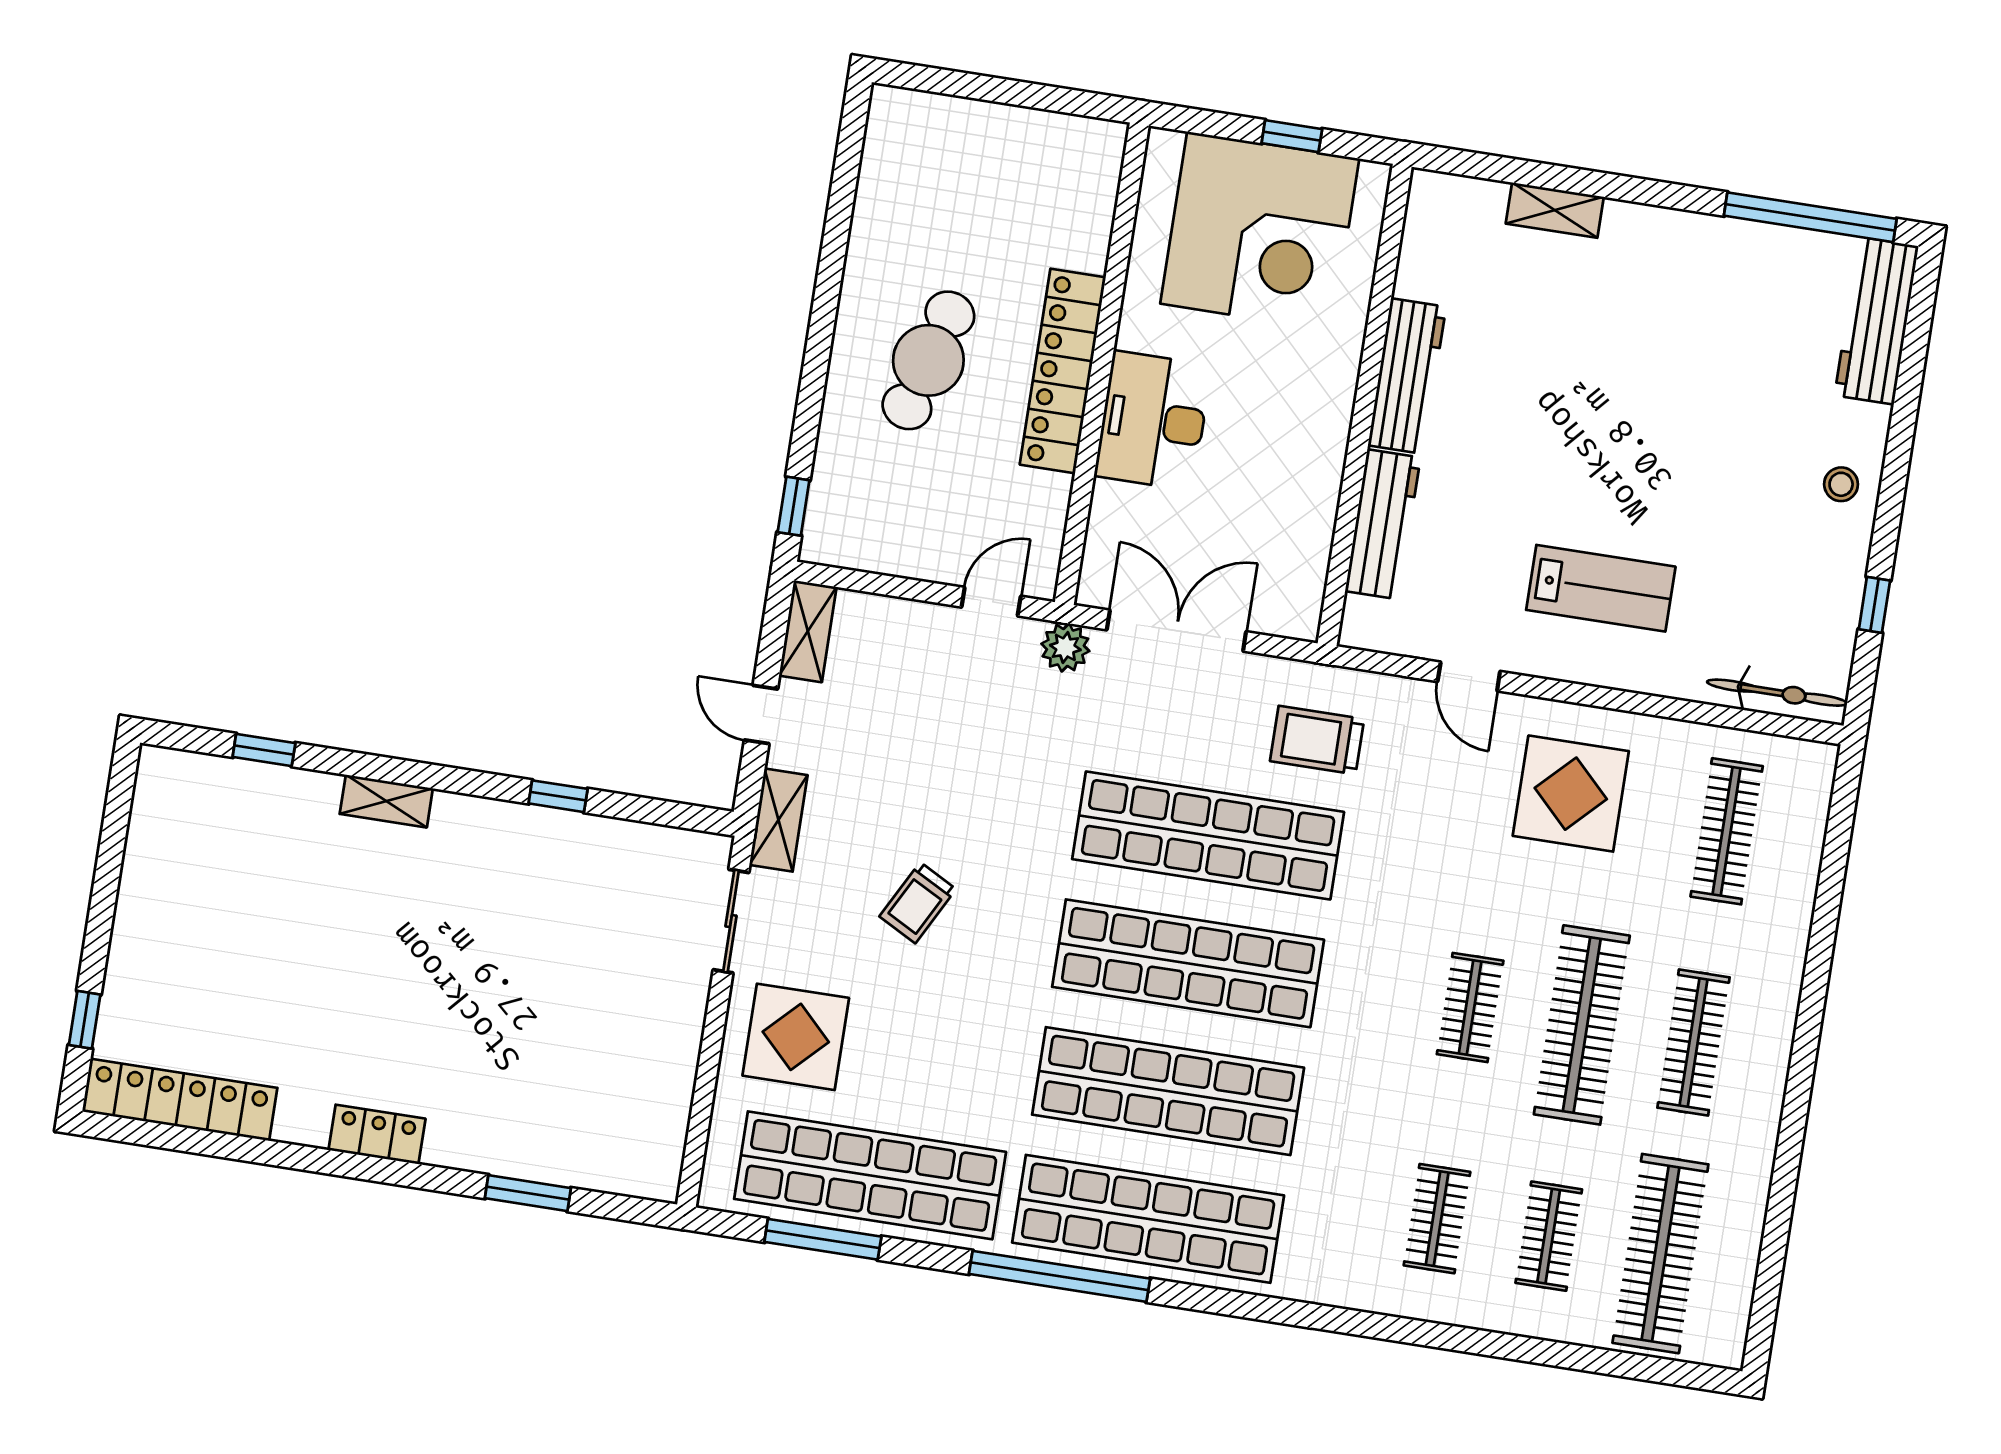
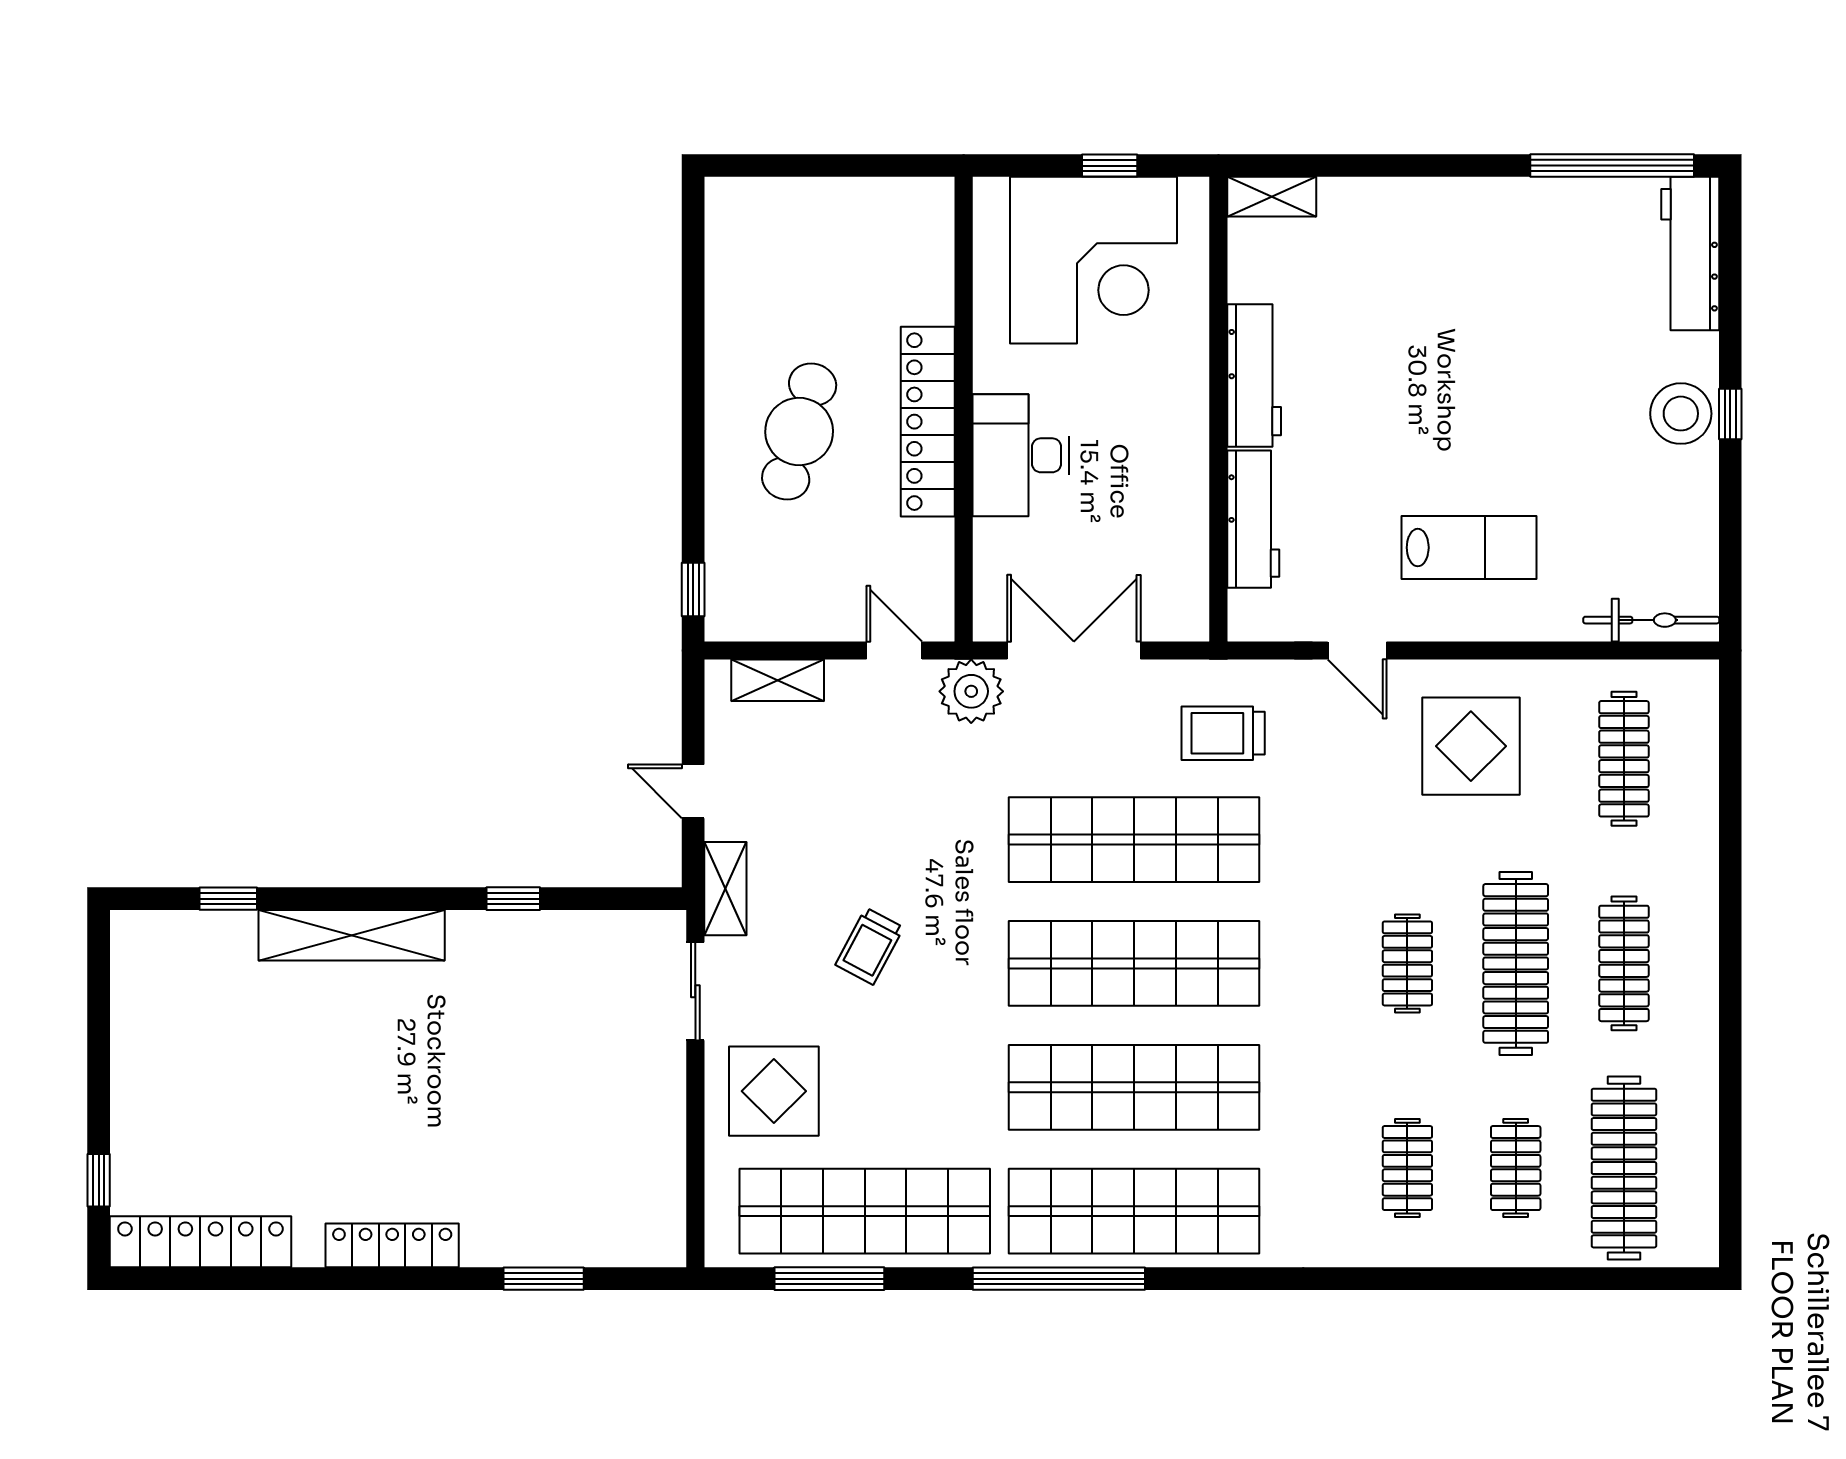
shelving: (1555, 210) -> (1272, 197), moved
stool: (1841, 484) -> (1681, 414), width x1.89, depth x1.89
door: (991, 602) -> (894, 651), hinge flipped
window: (1874, 605) -> (1730, 414), moved
shelving: (808, 631) -> (778, 680), moved, turned 90
plant: (1065, 647) -> (971, 691), width x1.36, depth x1.36
shelving: (386, 801) -> (352, 935), width x2.20, depth x1.33
locker: (377, 1134) -> (392, 1245), width x1.53

